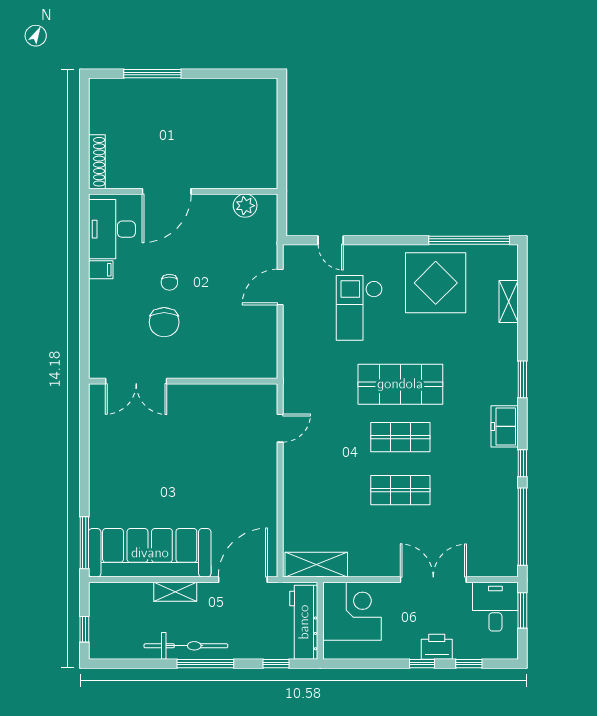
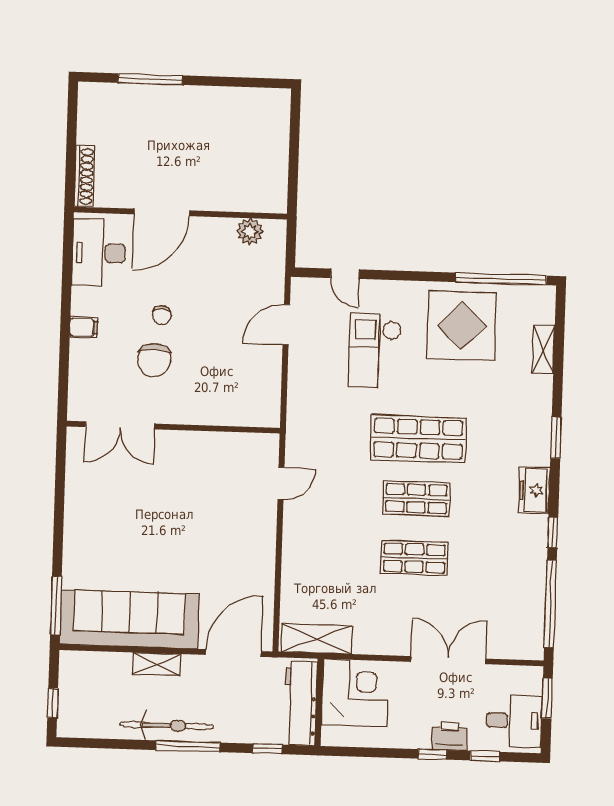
filing cabinet: (101, 270) -> (84, 327), moved
desk: (495, 607) -> (514, 721), moved, turned 90

